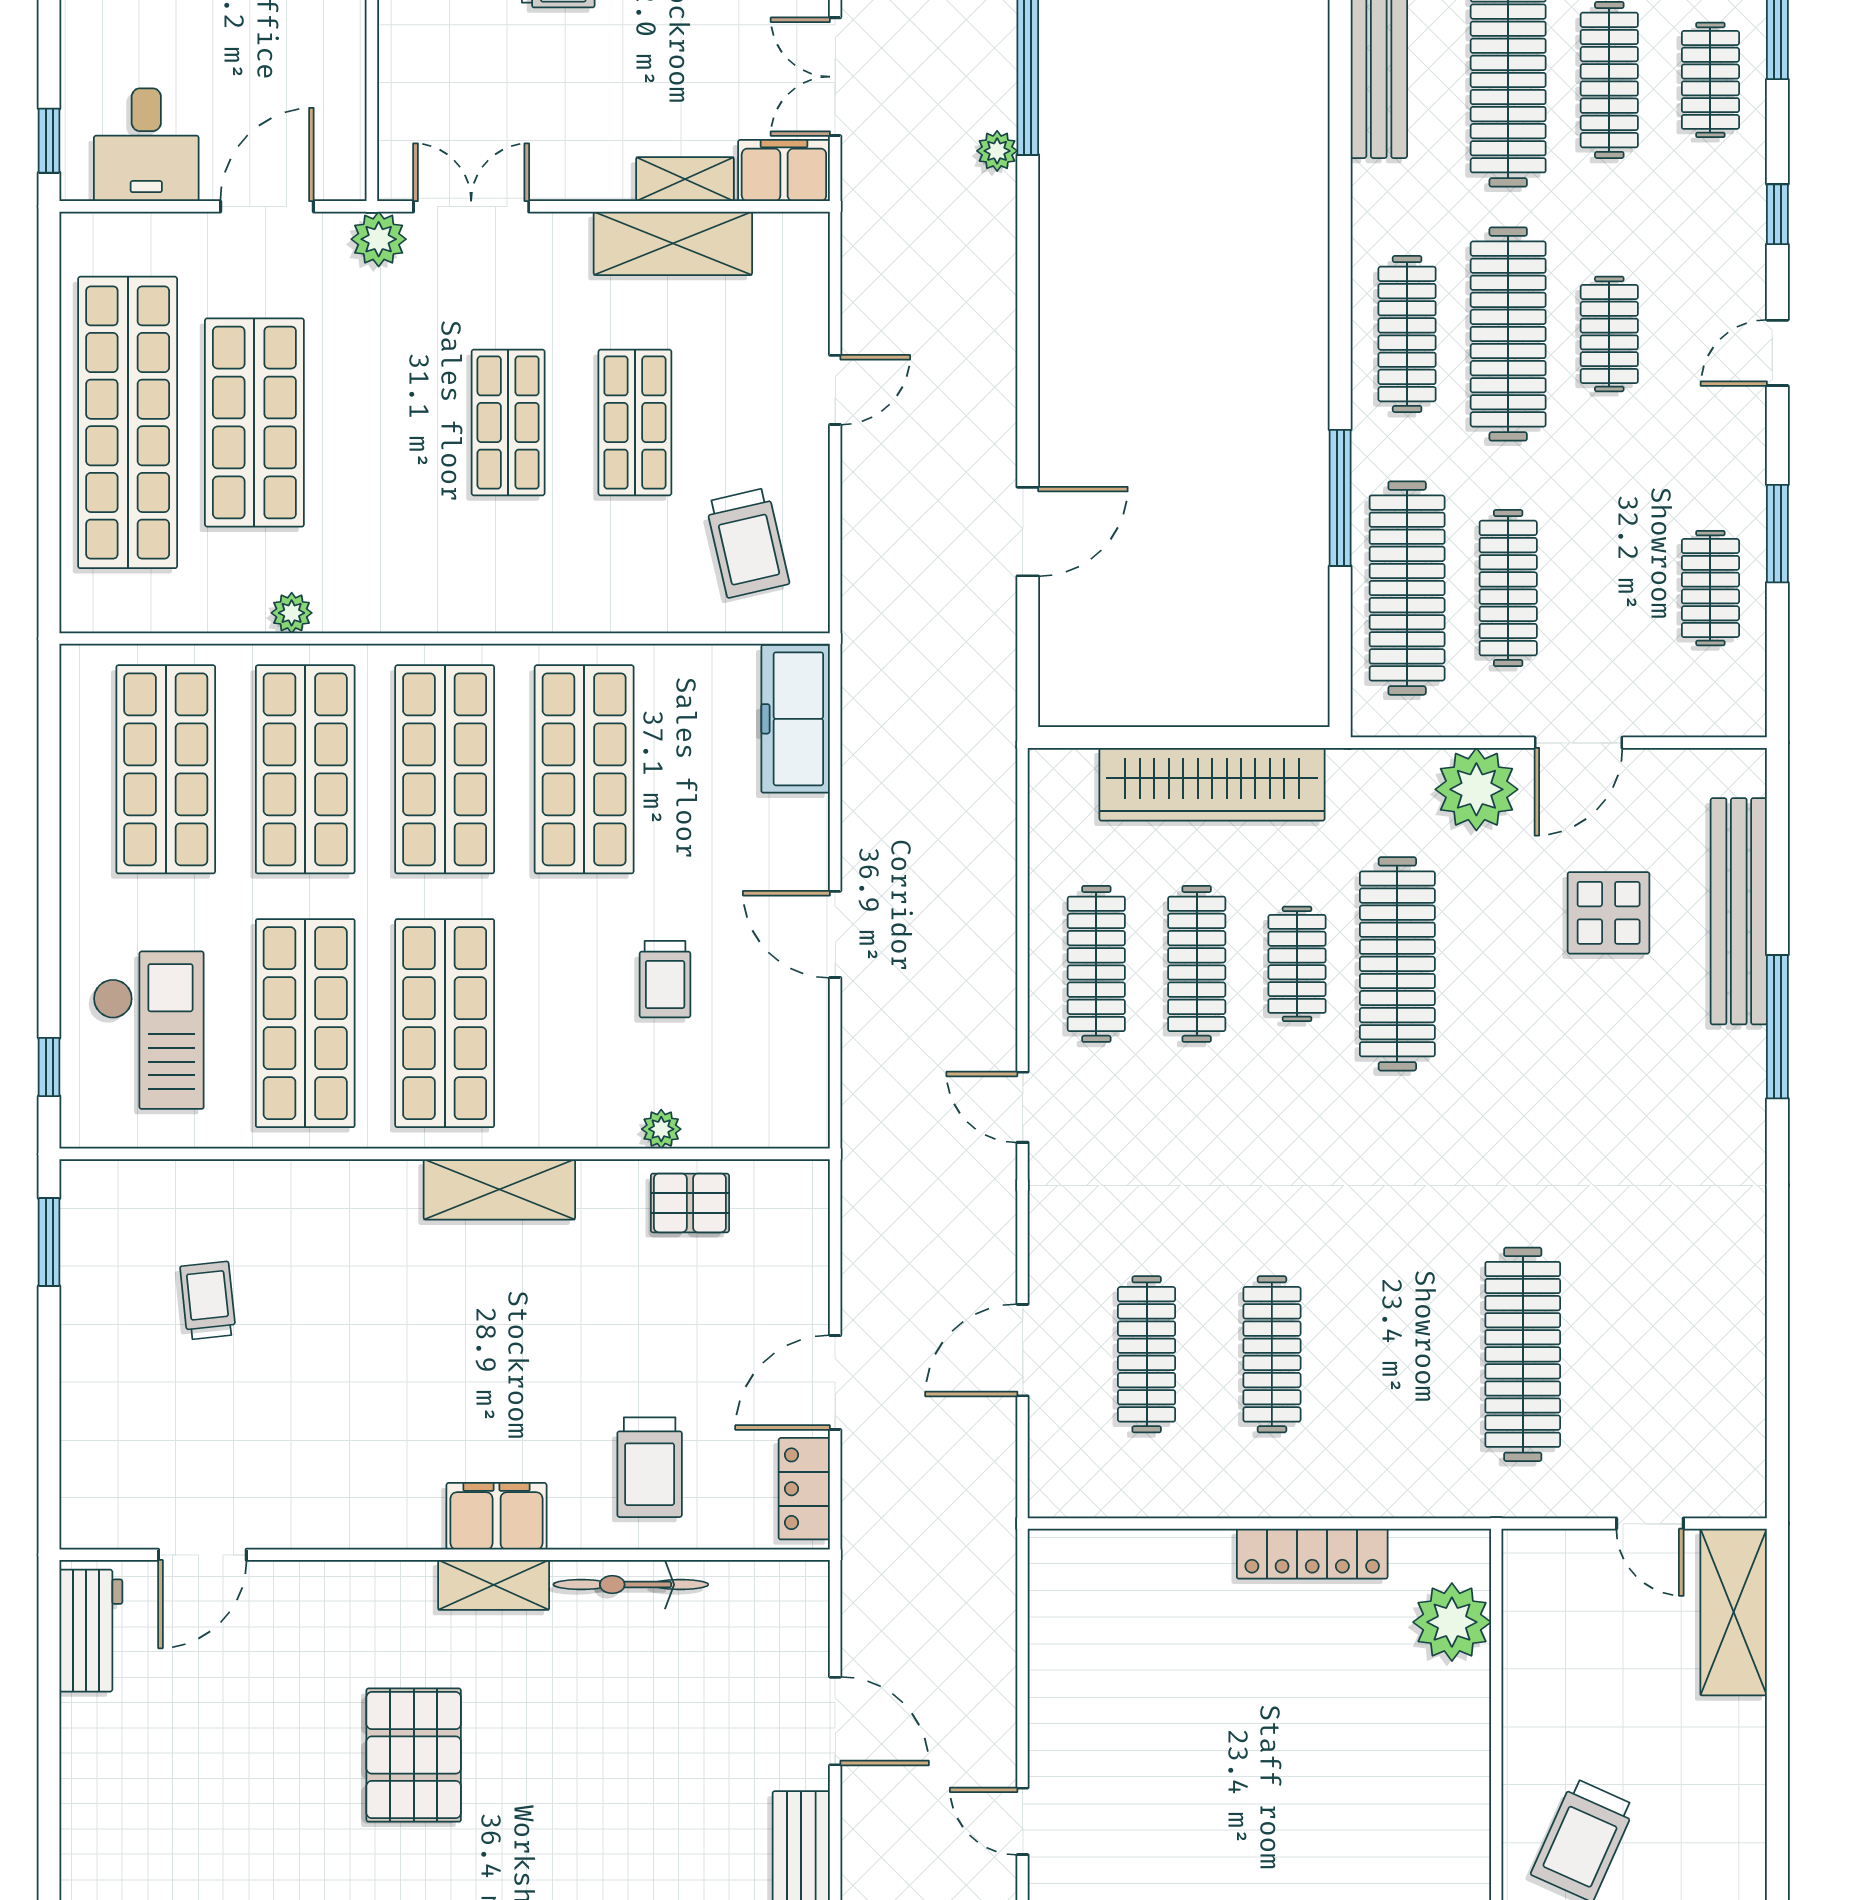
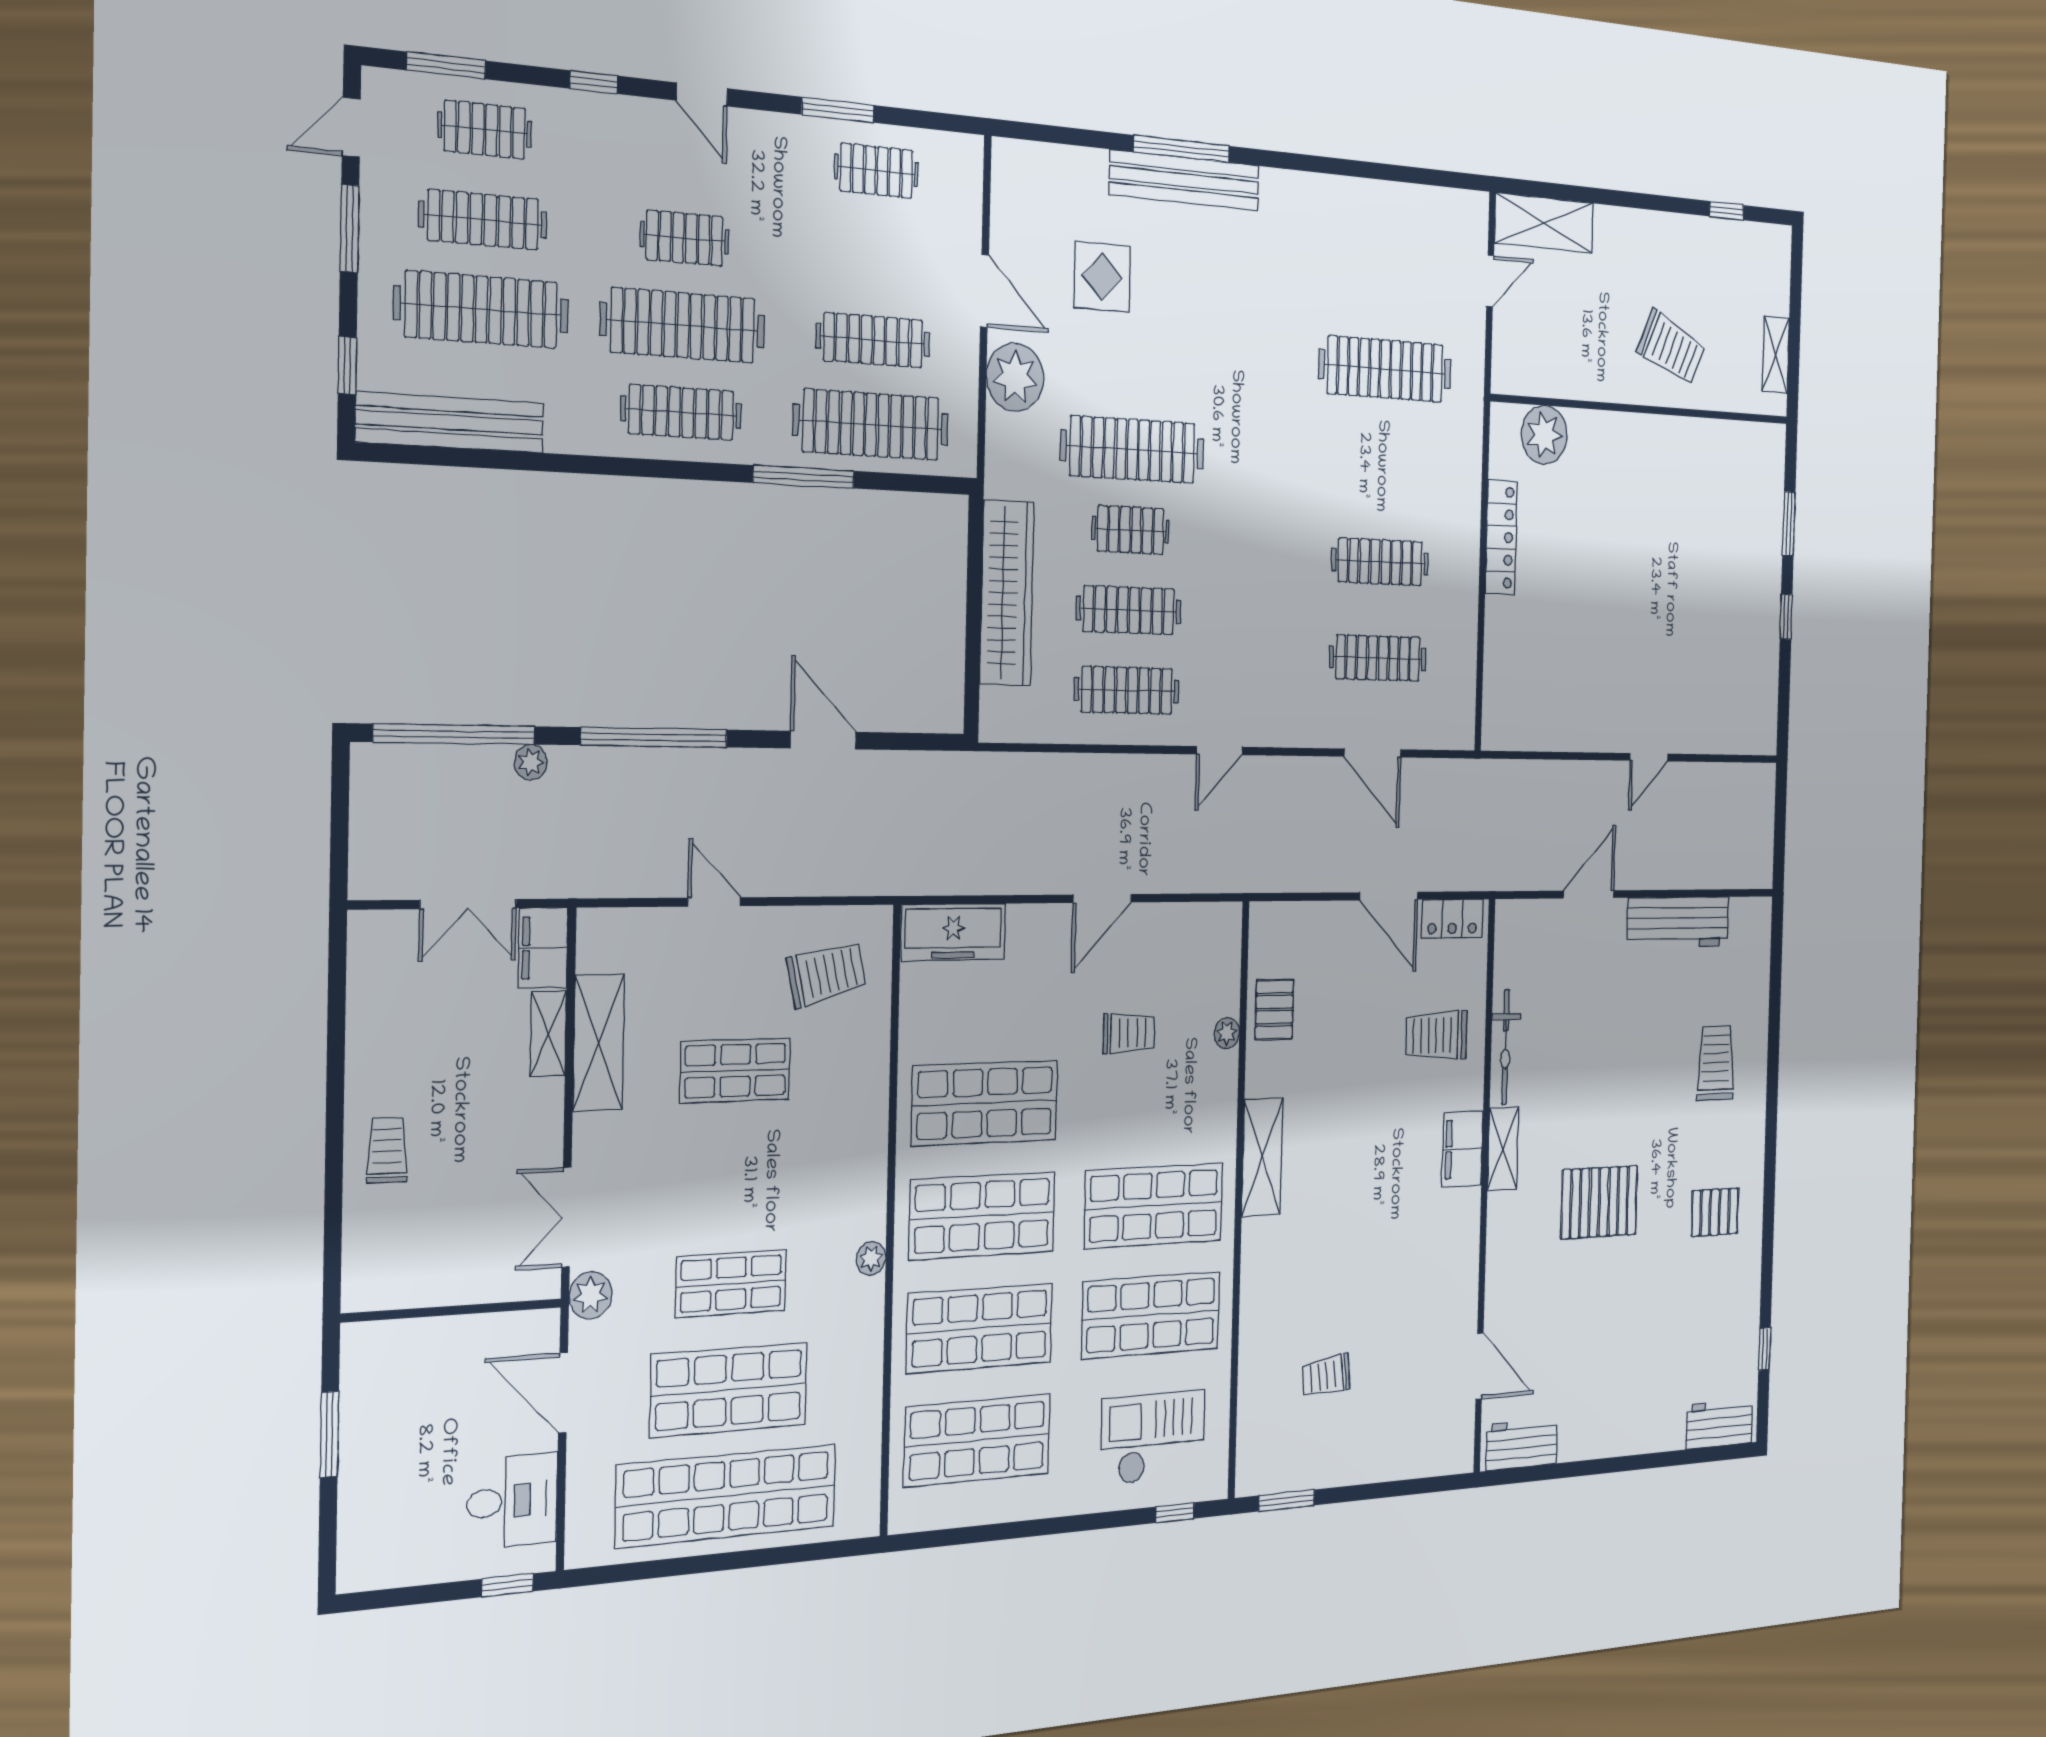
window: (1028, 307) -> (654, 737), added
shop shelf: (508, 422) -> (731, 1284), moved
plant: (292, 613) -> (871, 1258), moved
bench: (1739, 911) -> (1185, 180), moved
trolley: (650, 1467) -> (1436, 1035), turned 180

